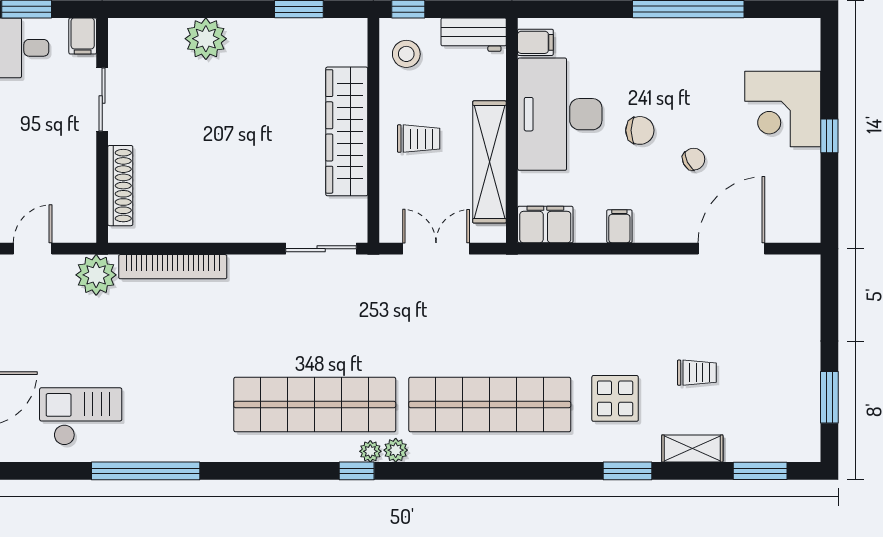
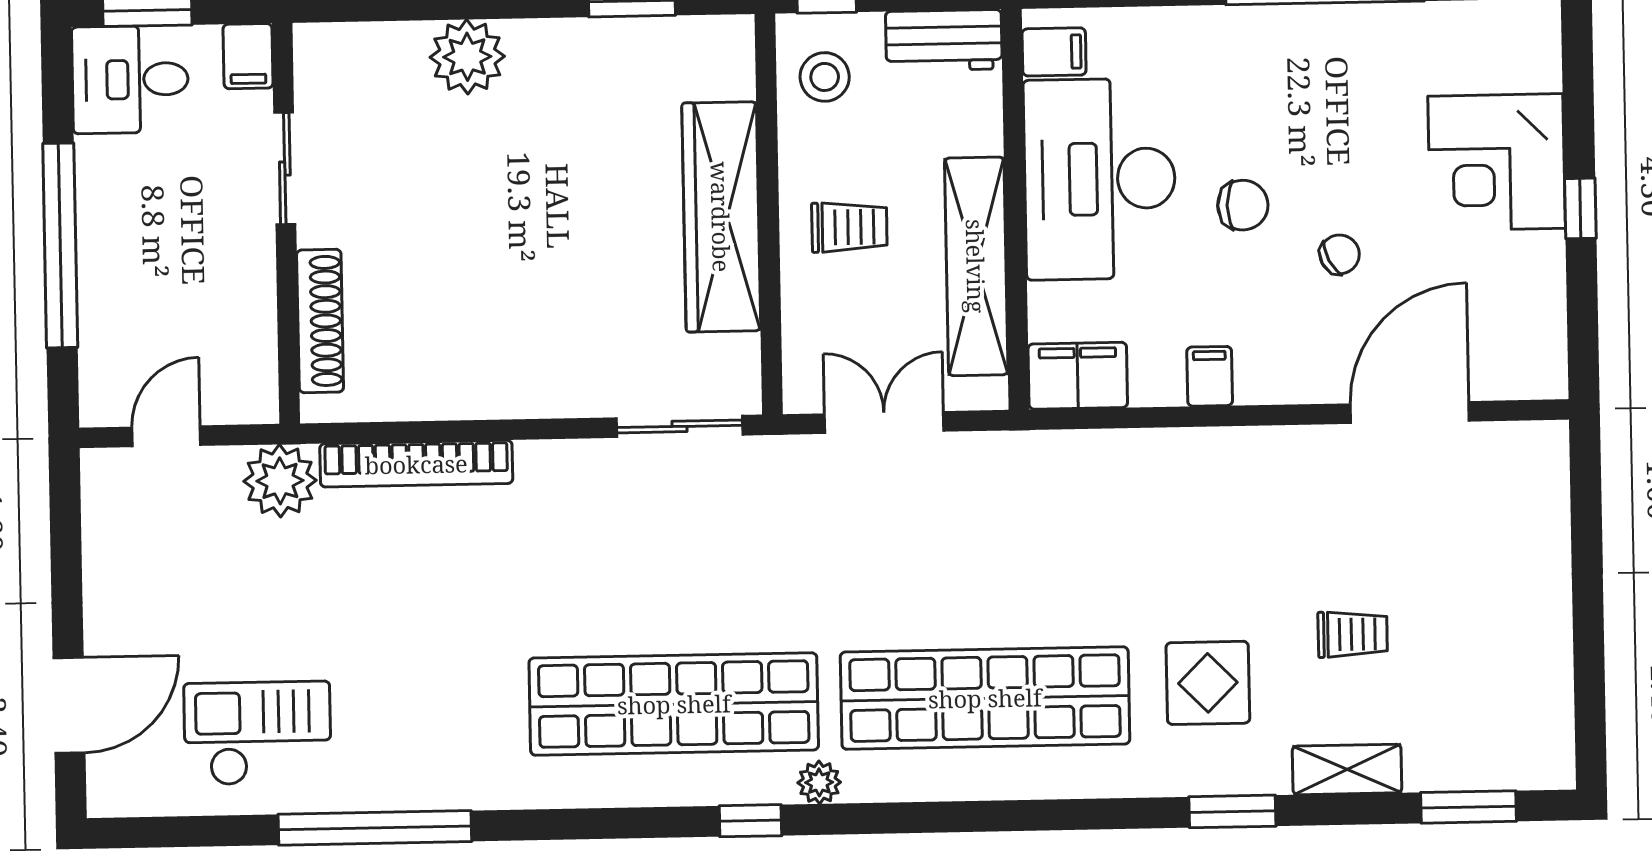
window: (829, 397) -> (1589, 674), removed
plant: (370, 451) -> (774, 785), removed

